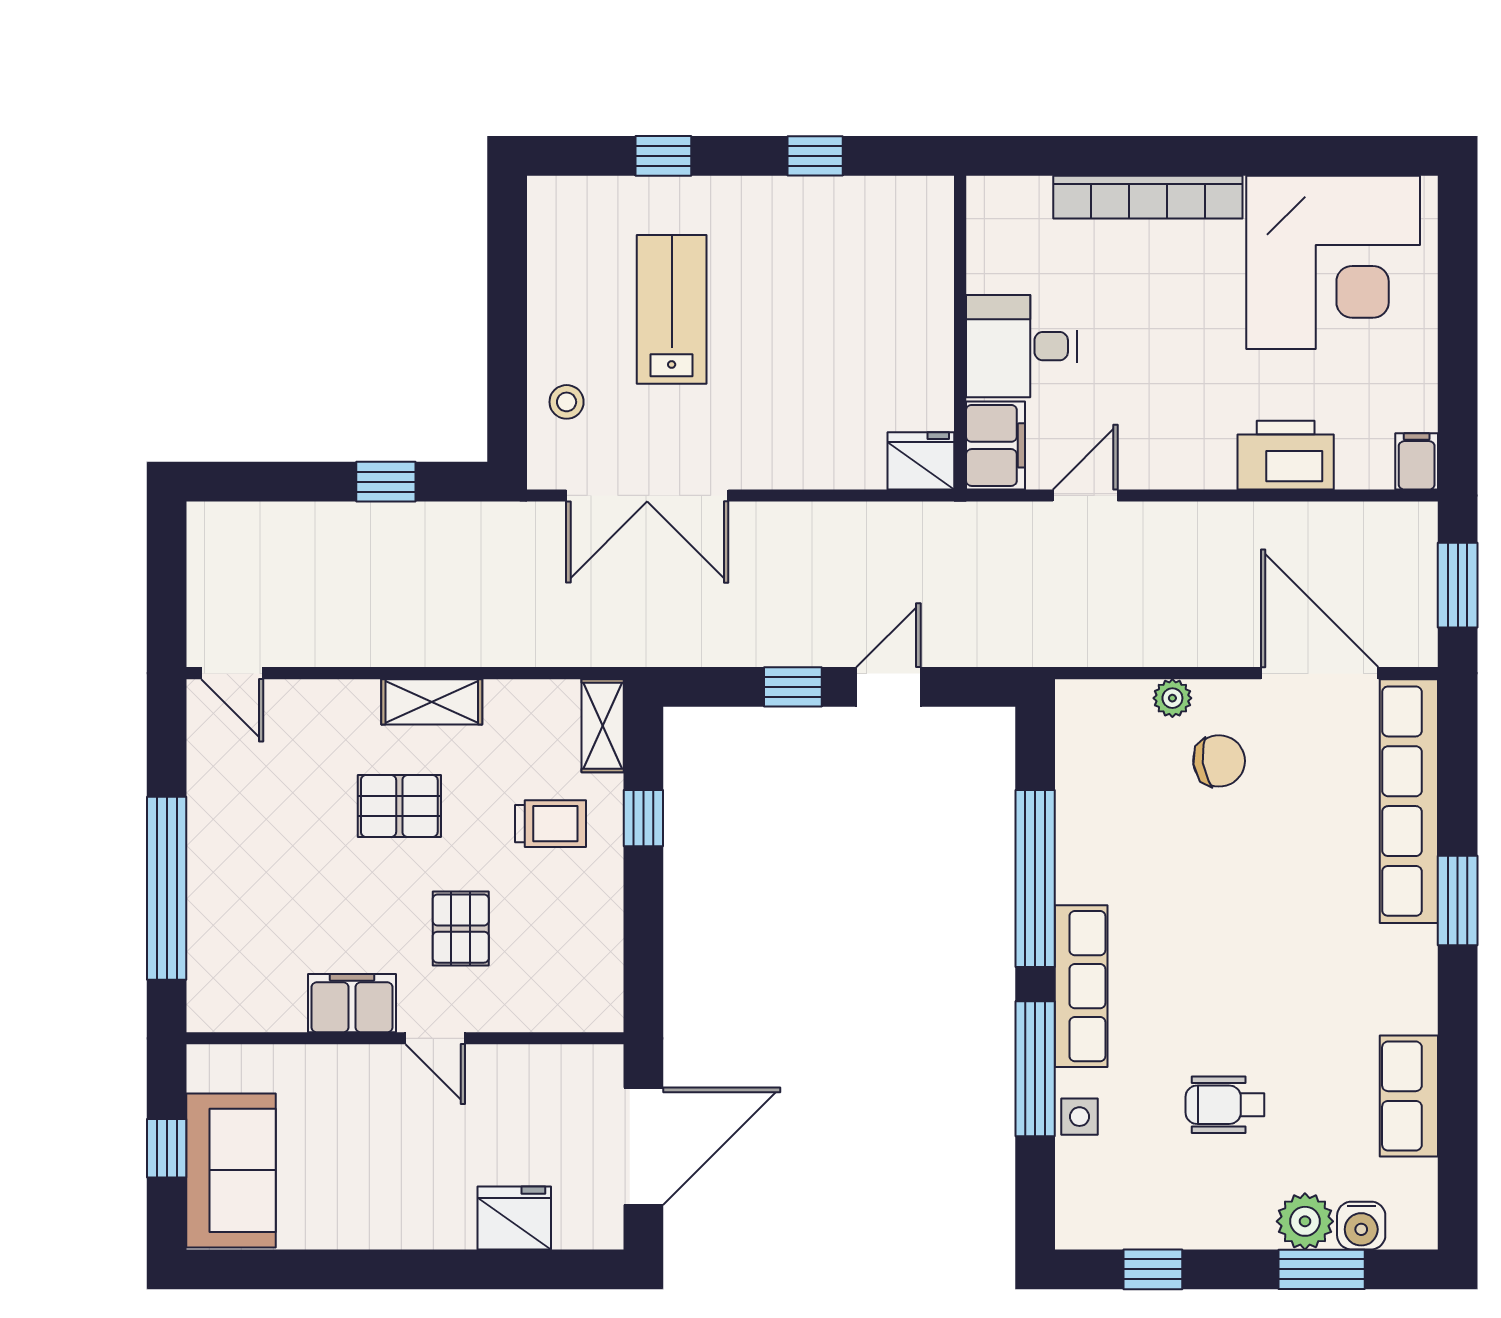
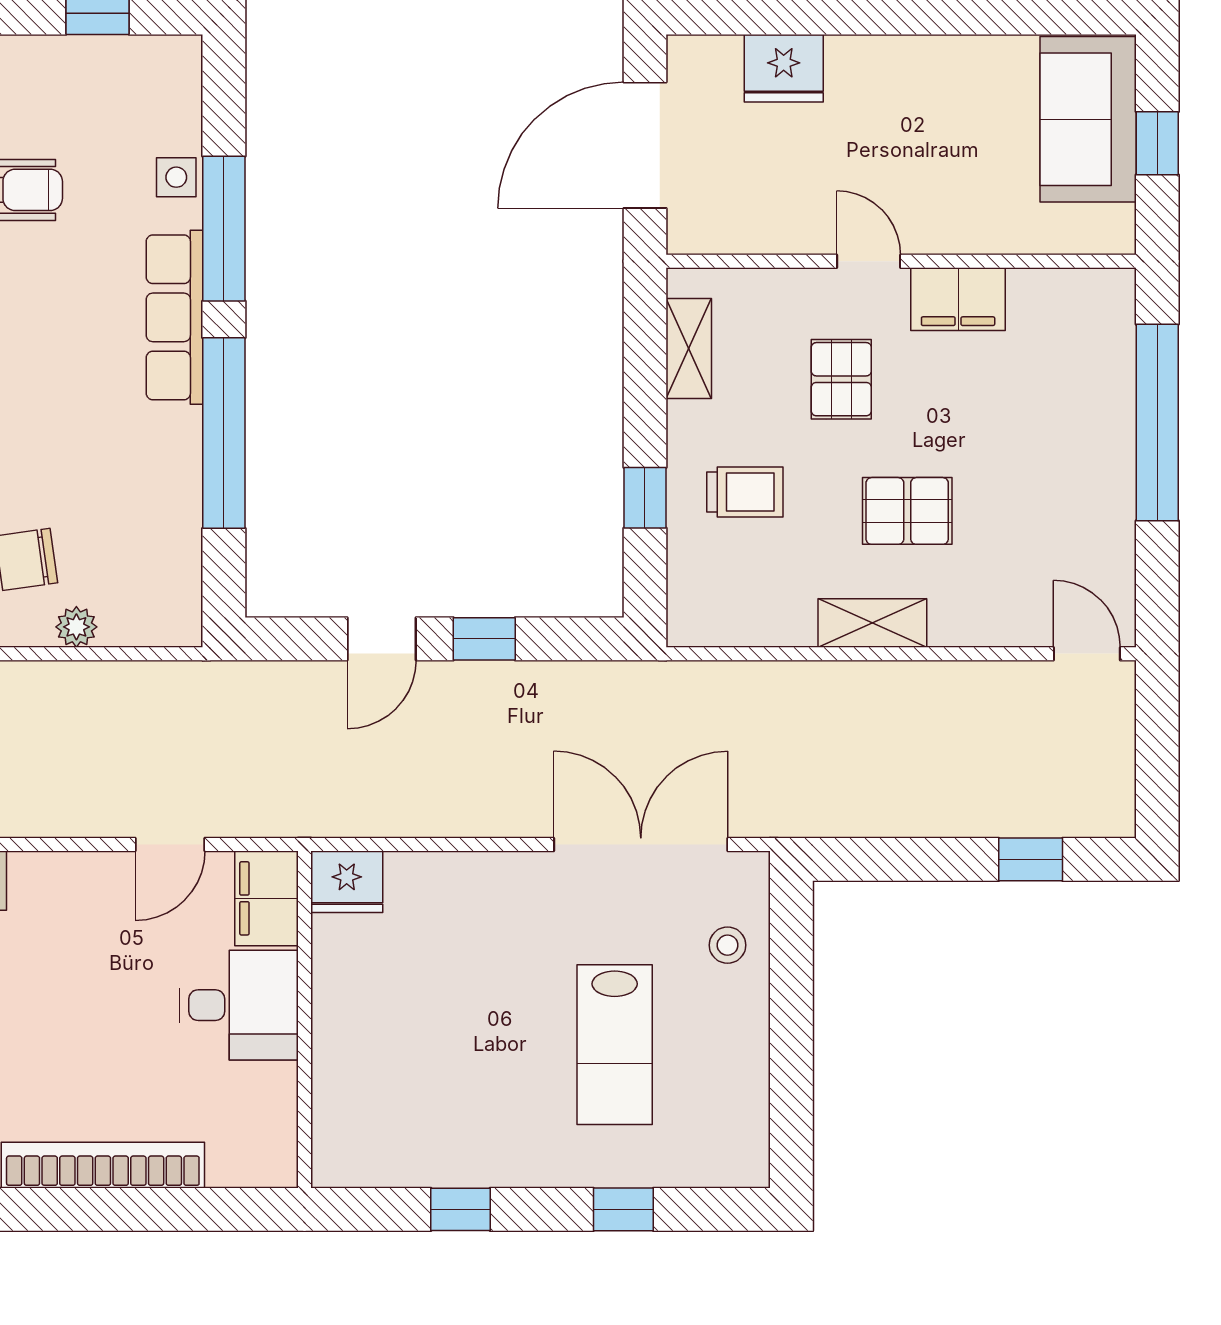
window: (386, 482) -> (1031, 859), moved
shelving: (603, 726) -> (689, 348), moved
trolley: (550, 824) -> (745, 492), turned 180

